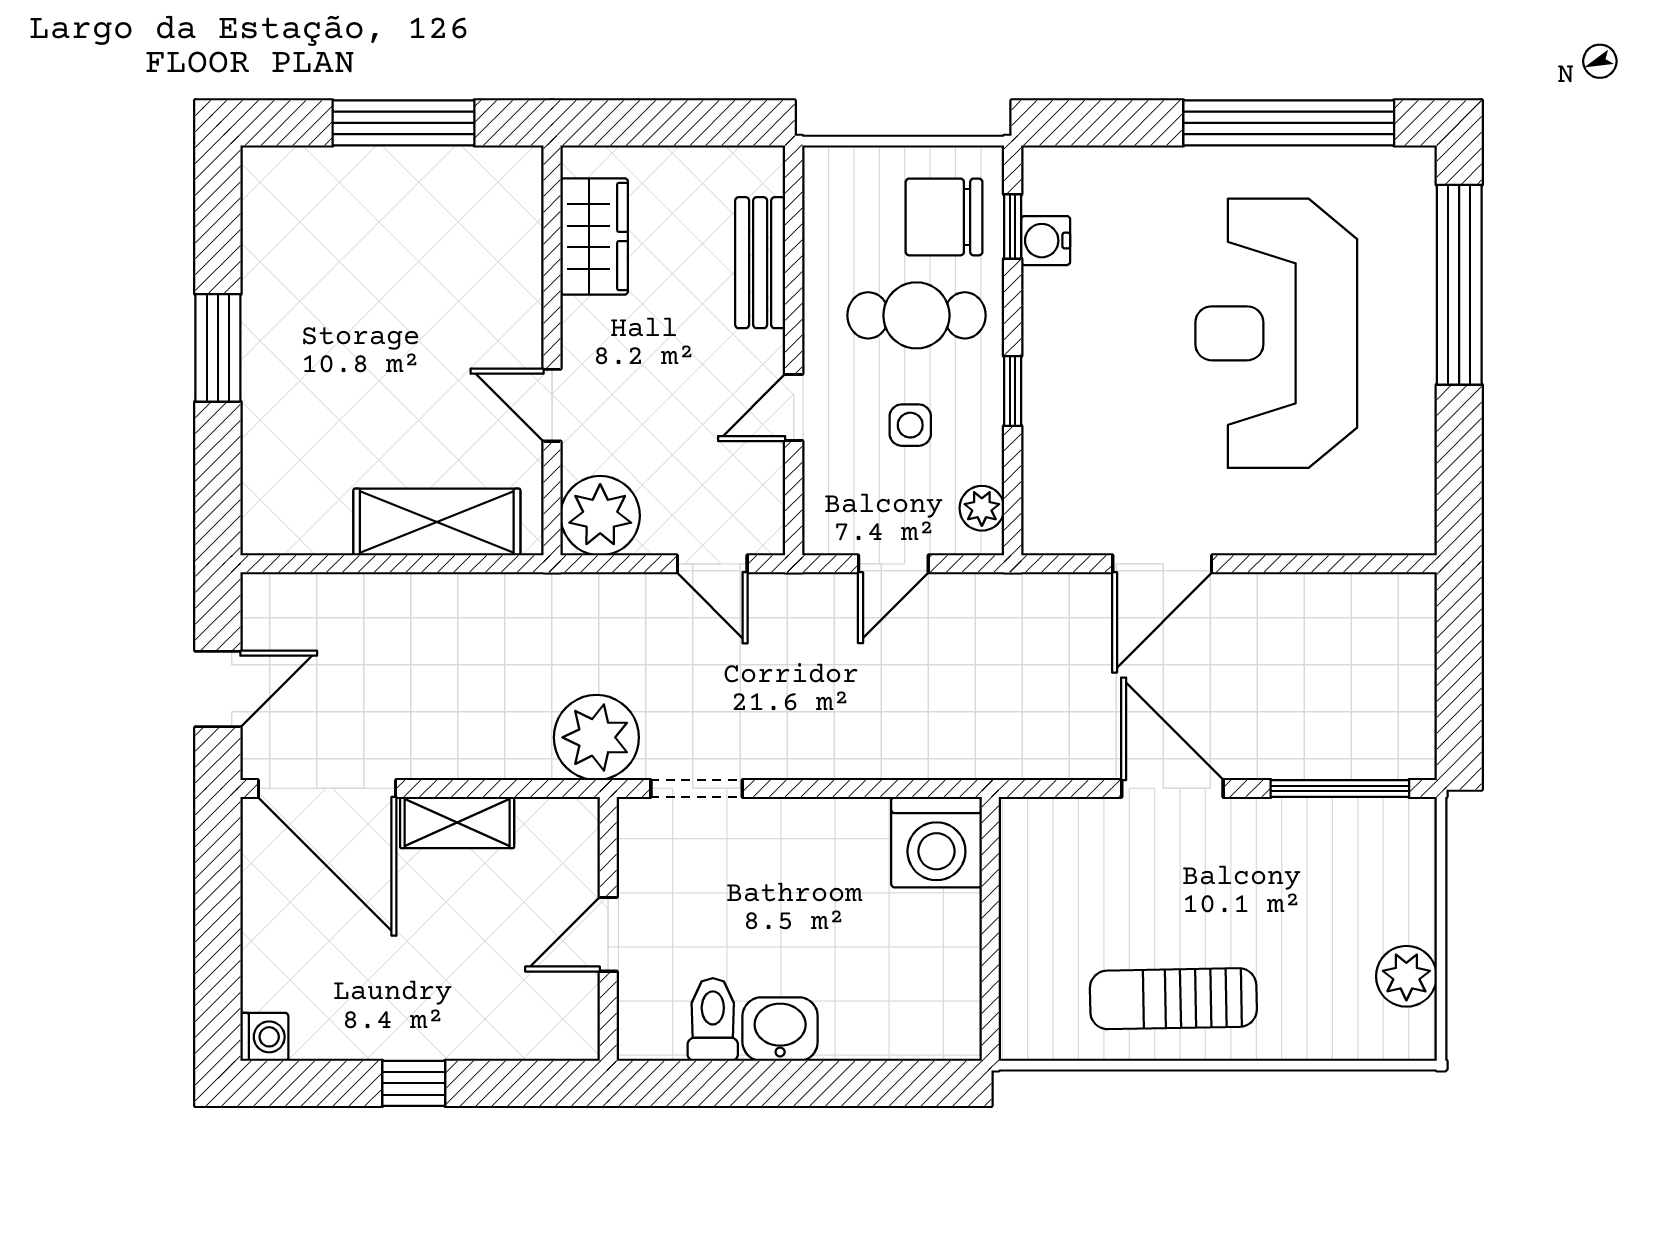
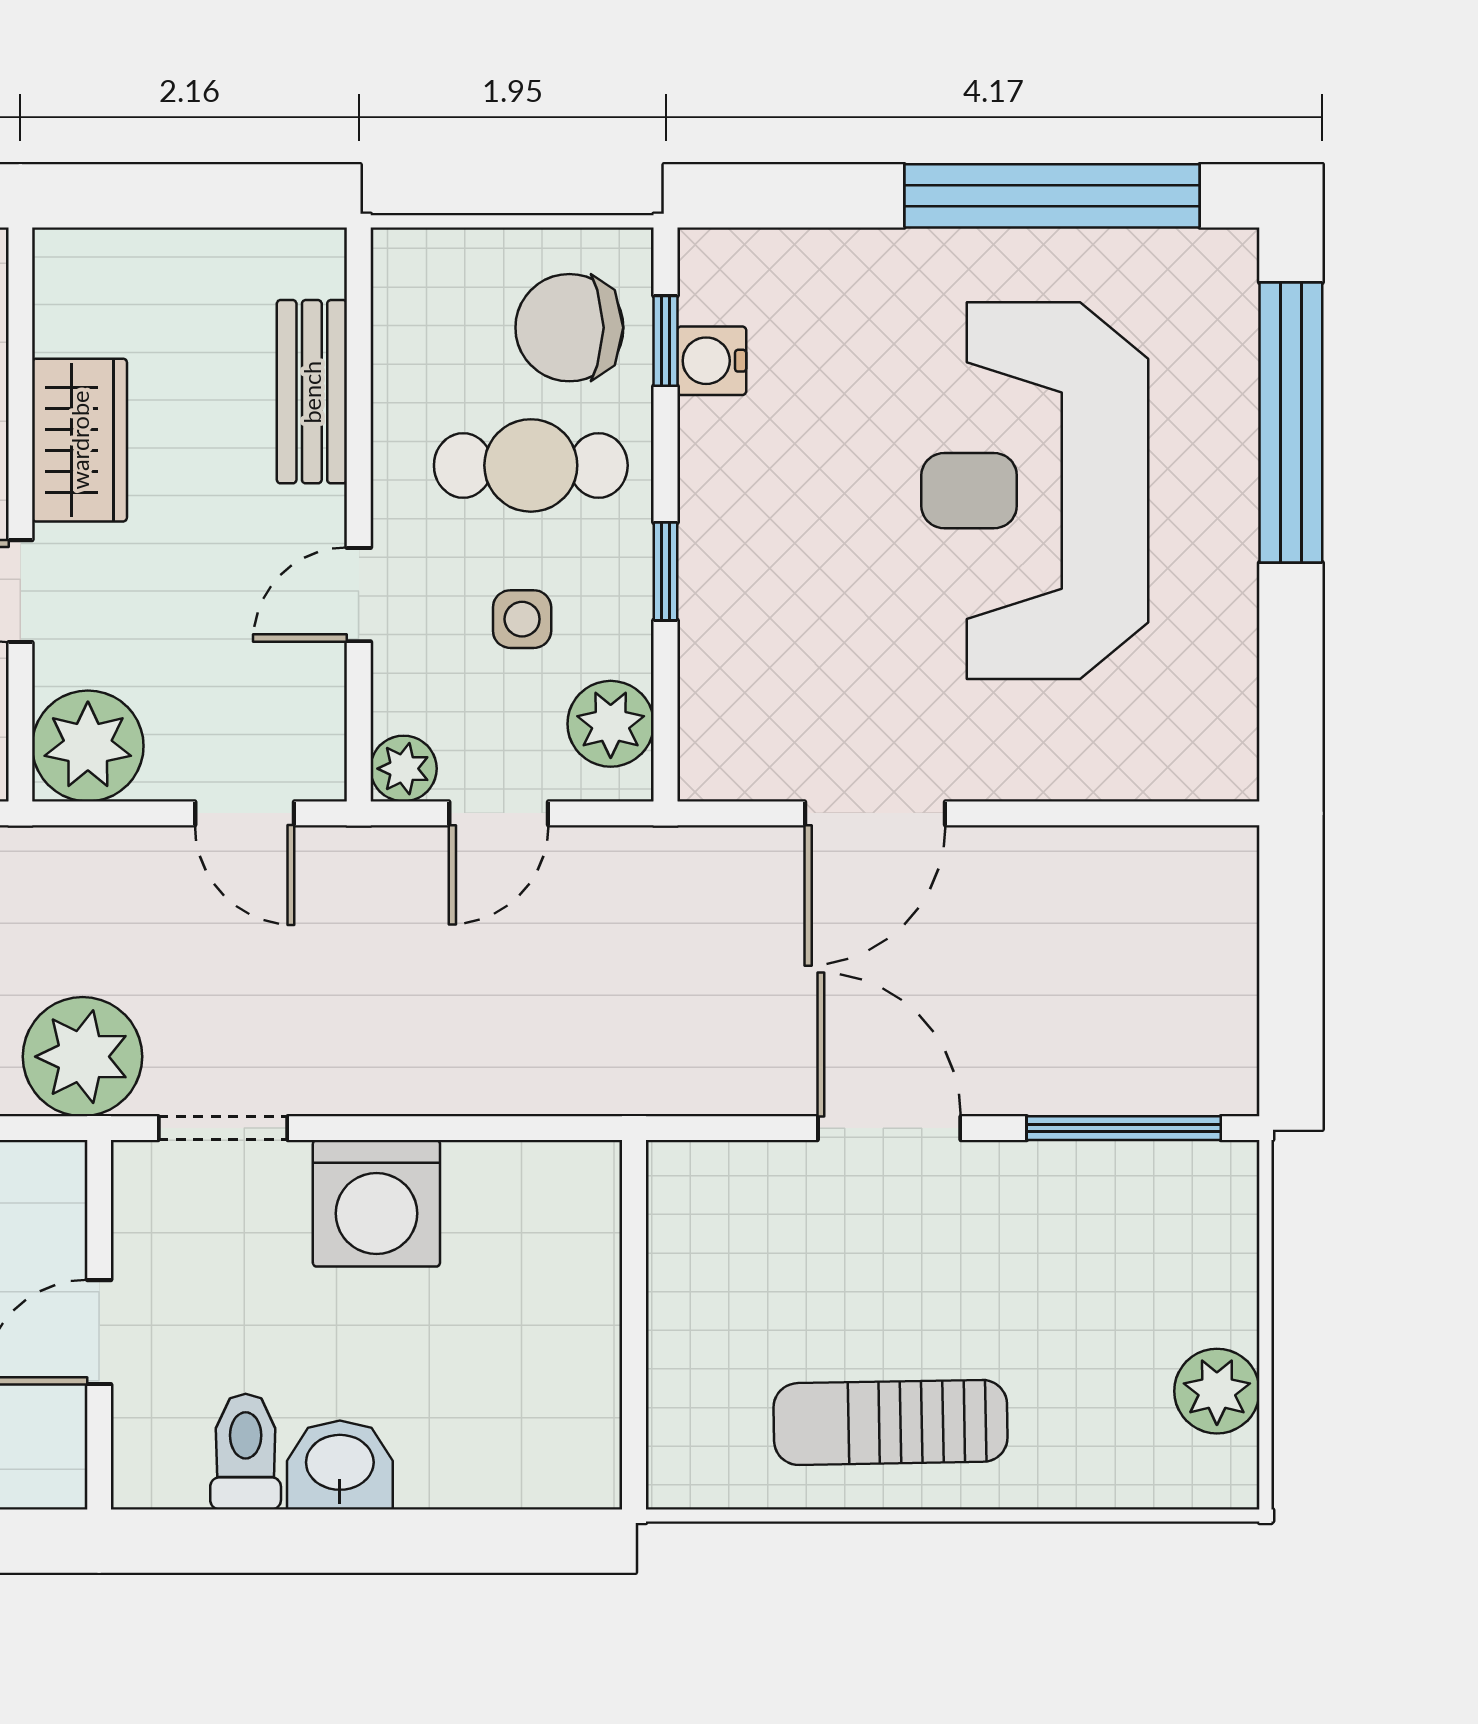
wardrobe: (594, 236) -> (80, 440), moved
plant: (982, 508) -> (611, 724), width x1.38, depth x1.38
plant: (826, 532) -> (404, 769), added
washing machine: (936, 842) -> (376, 1203), moved

